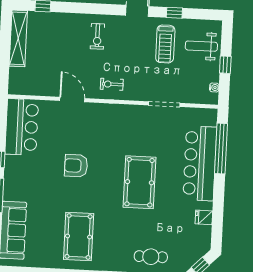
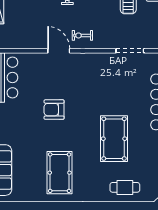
door: (72, 99) -> (59, 51), moved
pool table: (139, 182) -> (114, 139), moved

